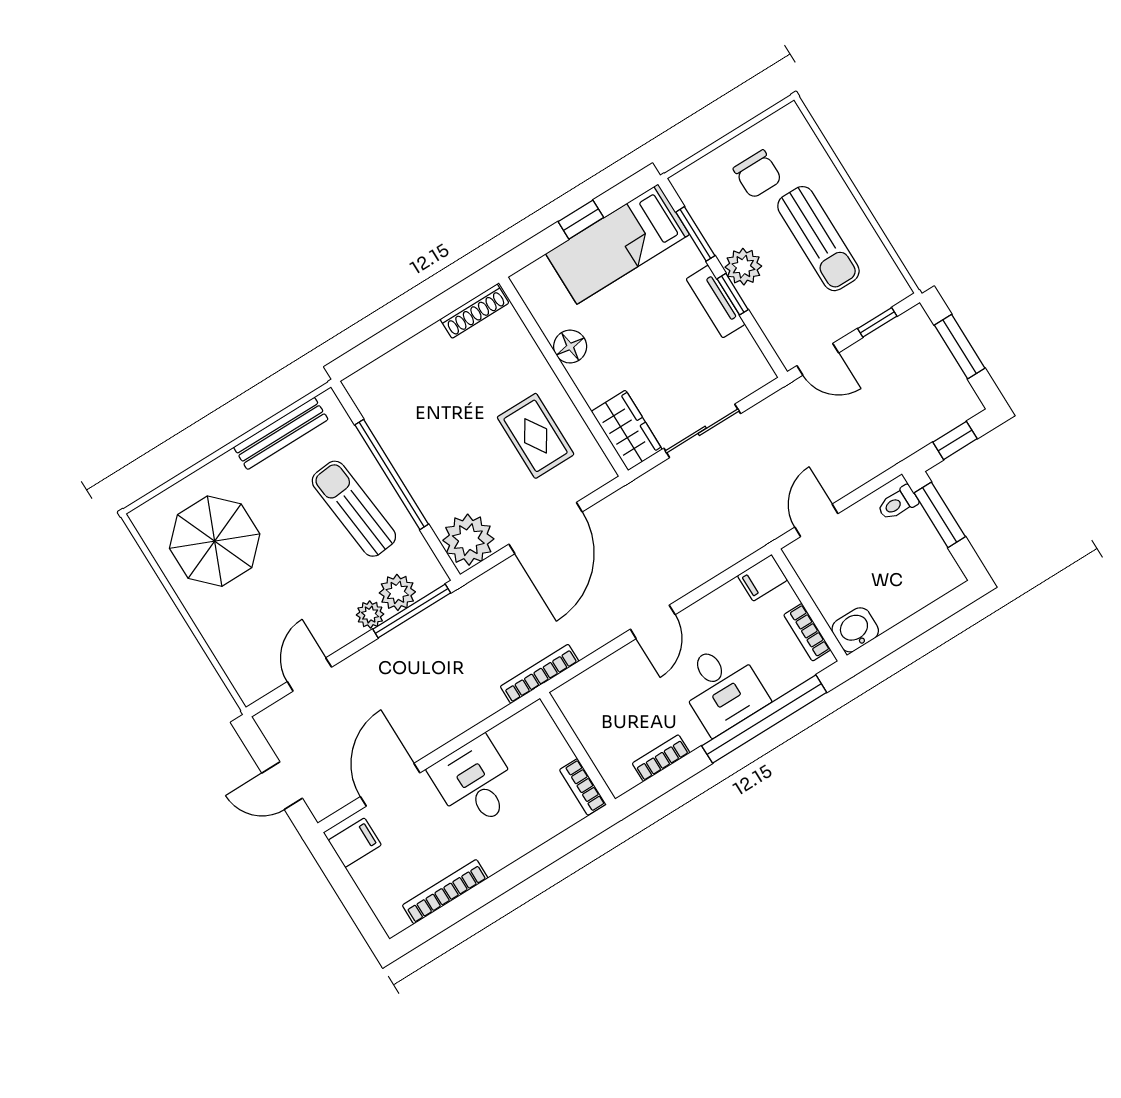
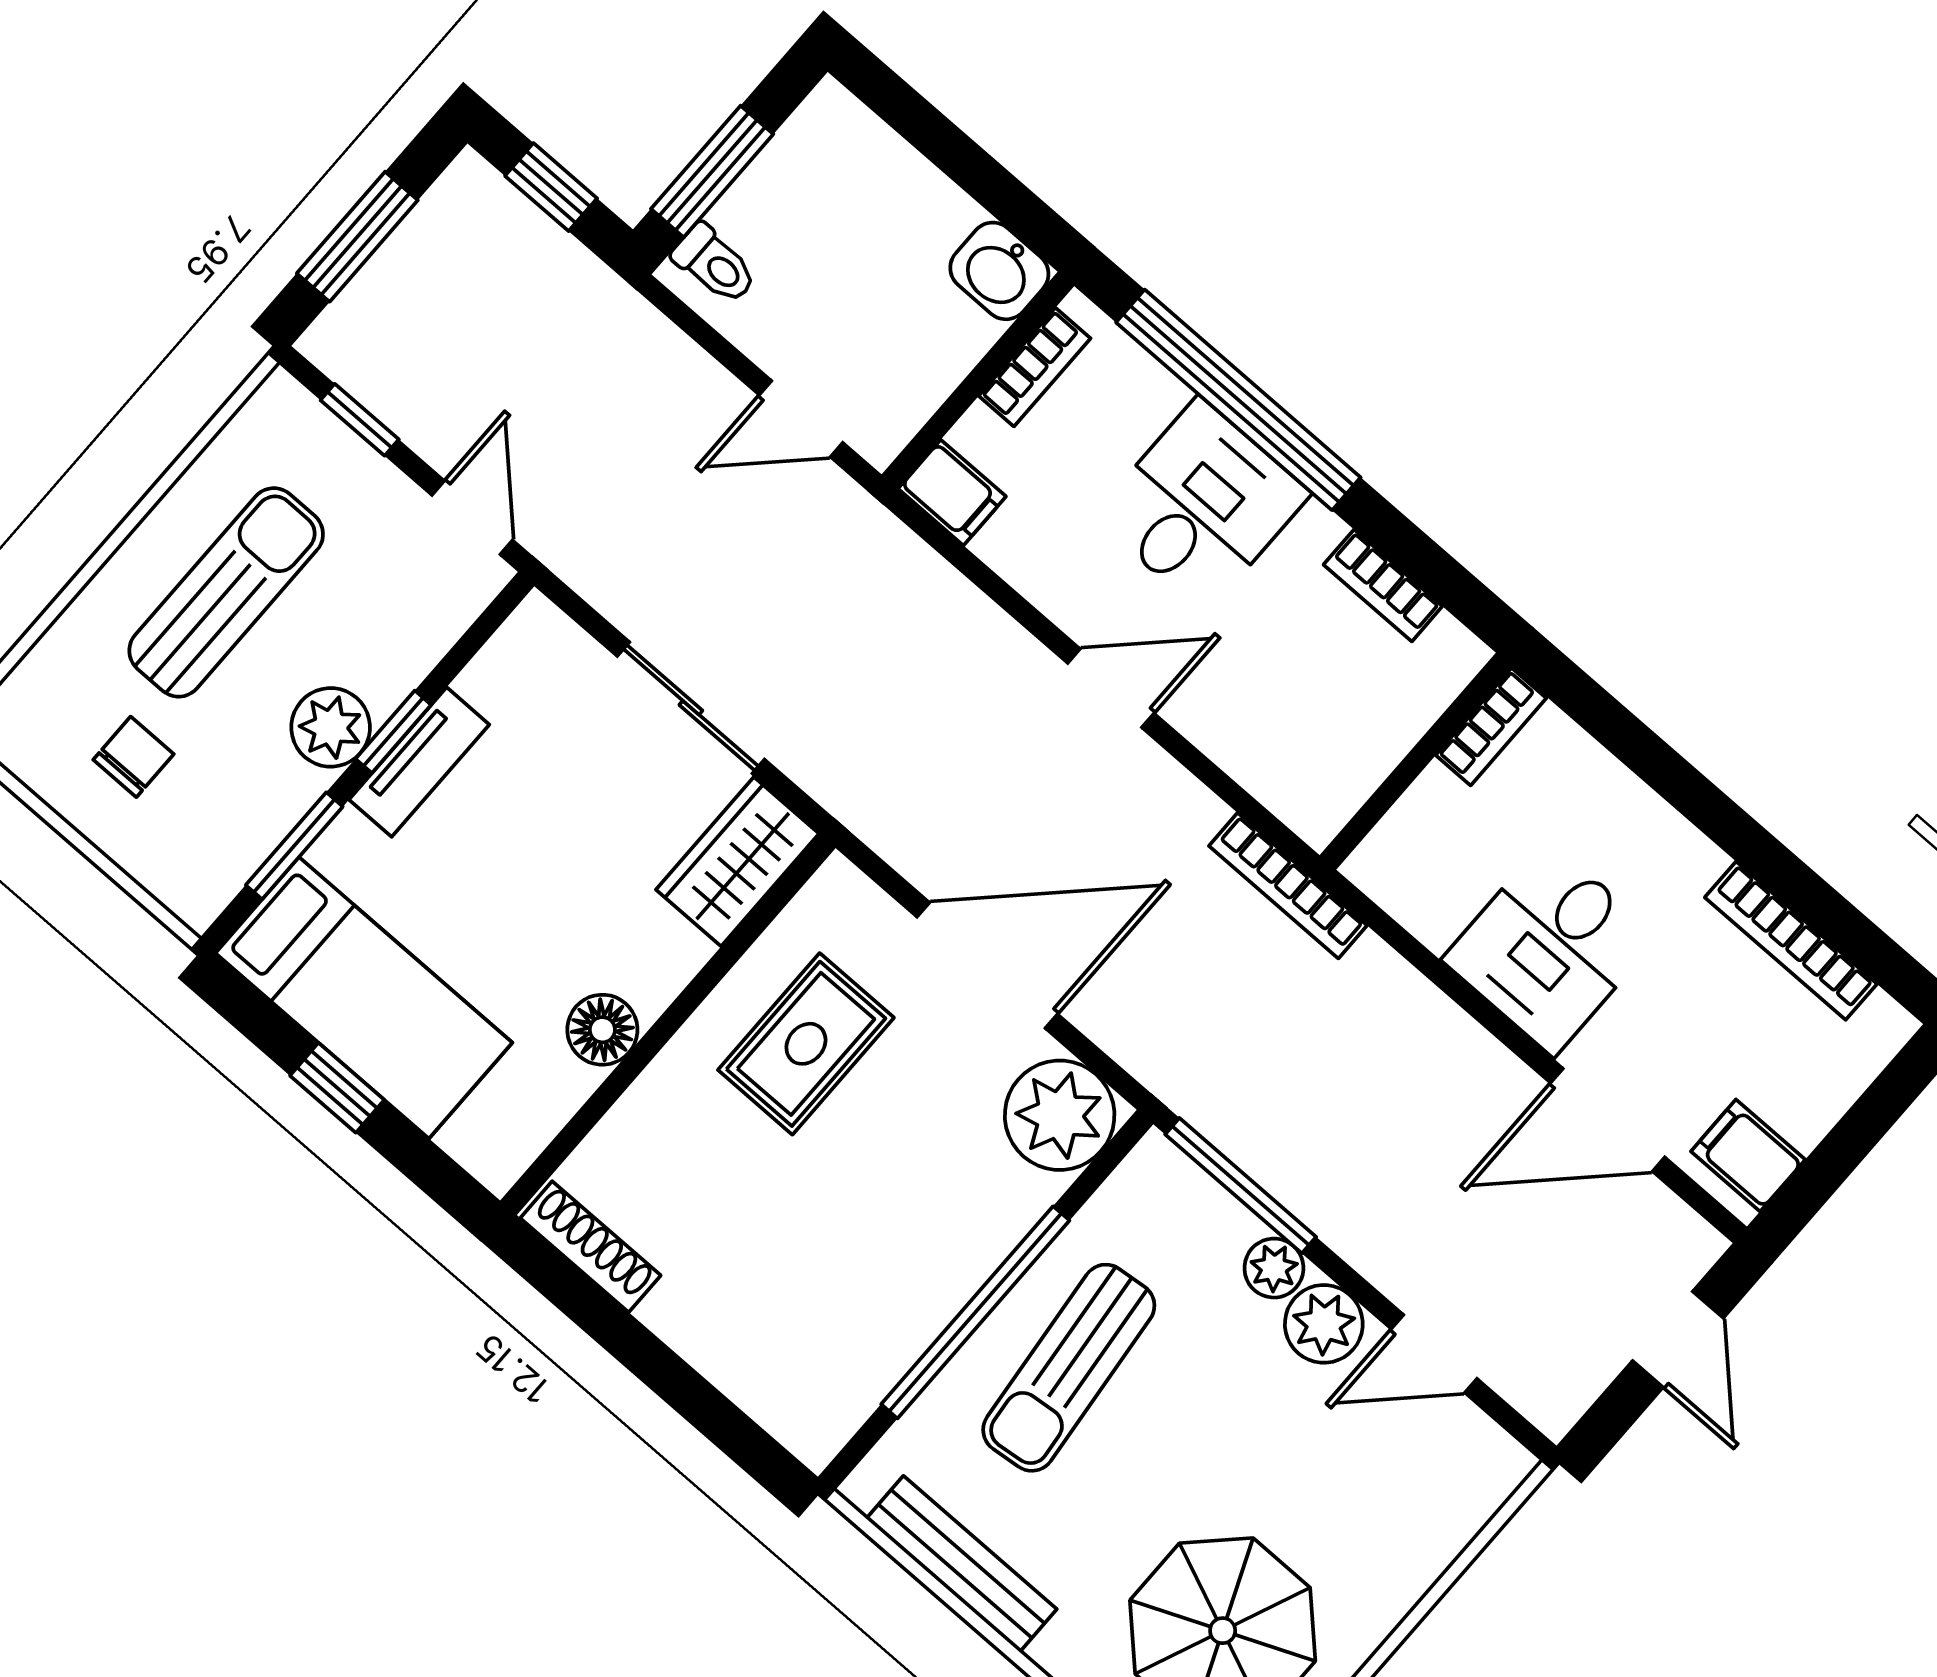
chair: (758, 174) -> (133, 757), width x0.73, depth x0.73
plant: (397, 592) -> (1324, 1324), moved

